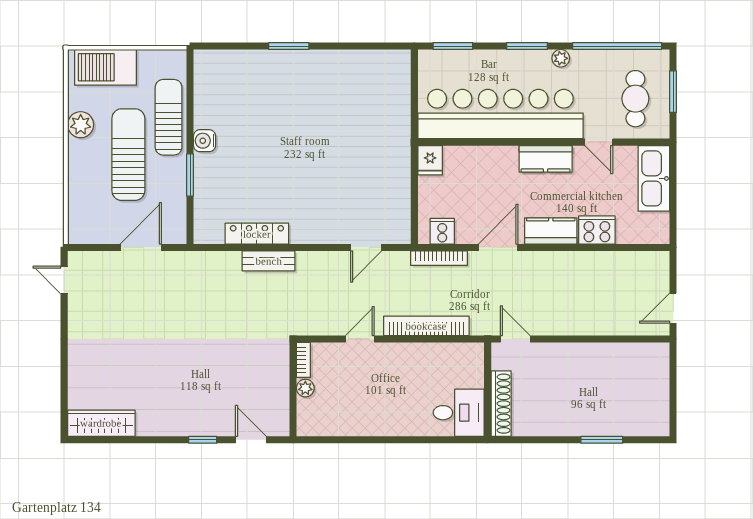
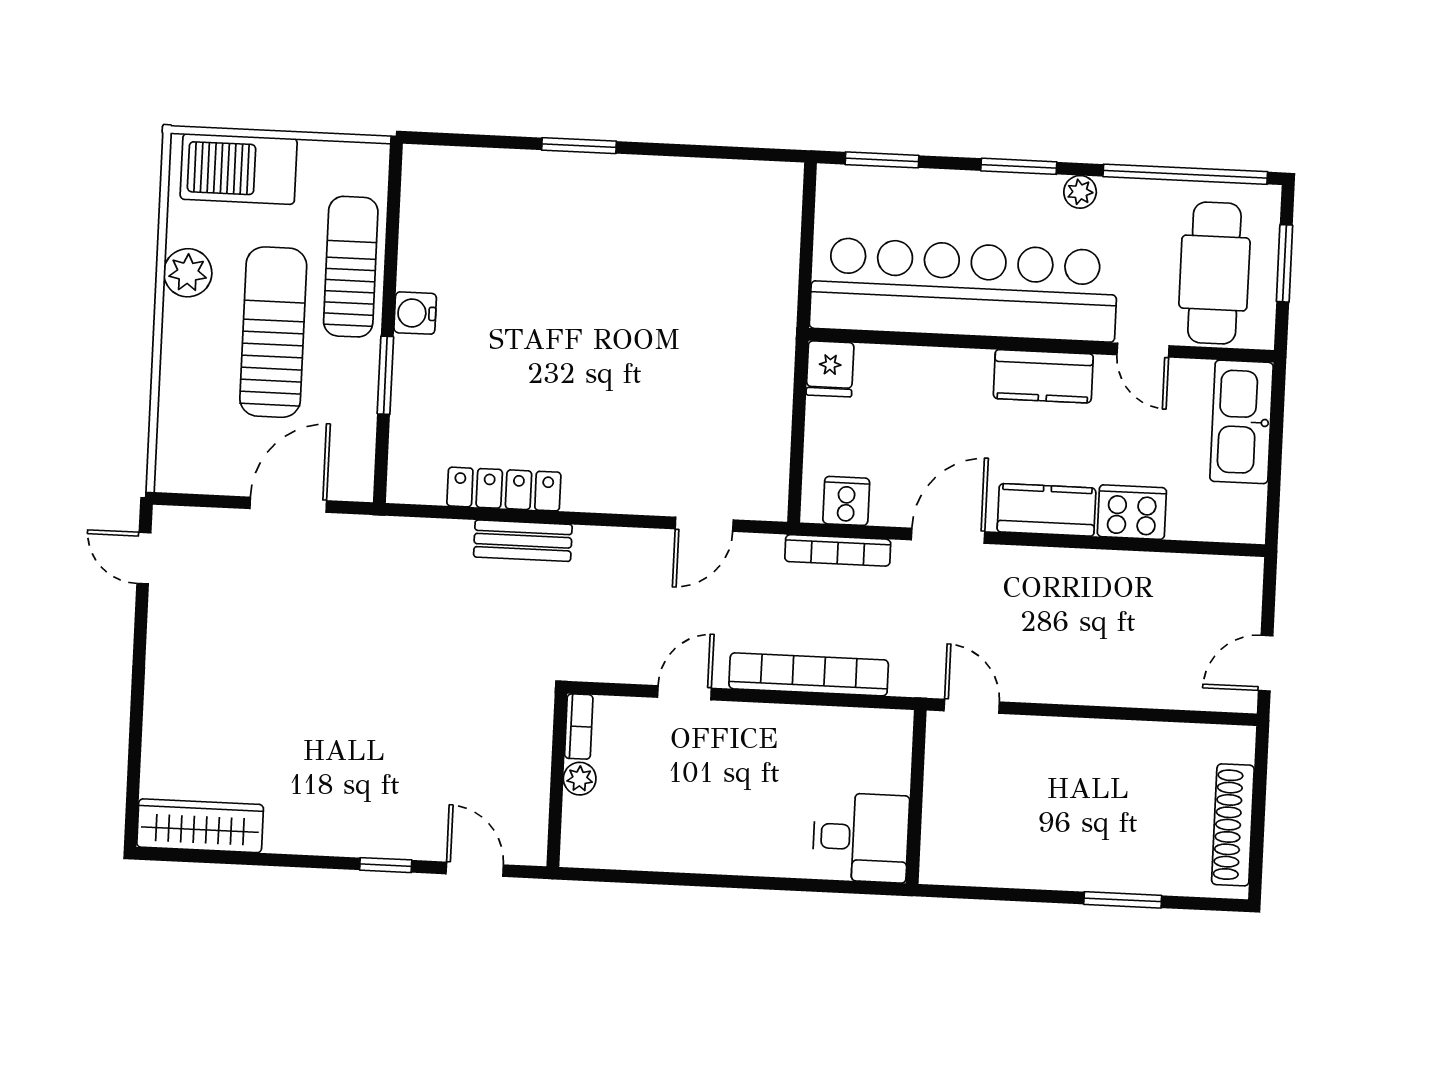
cafe table: (635, 99) -> (1214, 273), width x1.37, depth x1.35
shoe rack: (501, 404) -> (1233, 825), moved, turned 180

